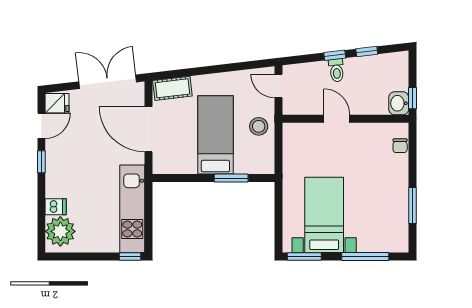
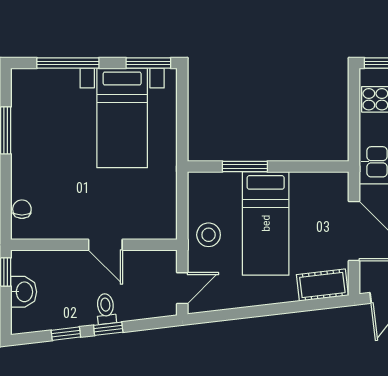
door: (279, 86) -> (182, 288), hinge flipped
washbasin: (399, 103) -> (24, 292), moved

